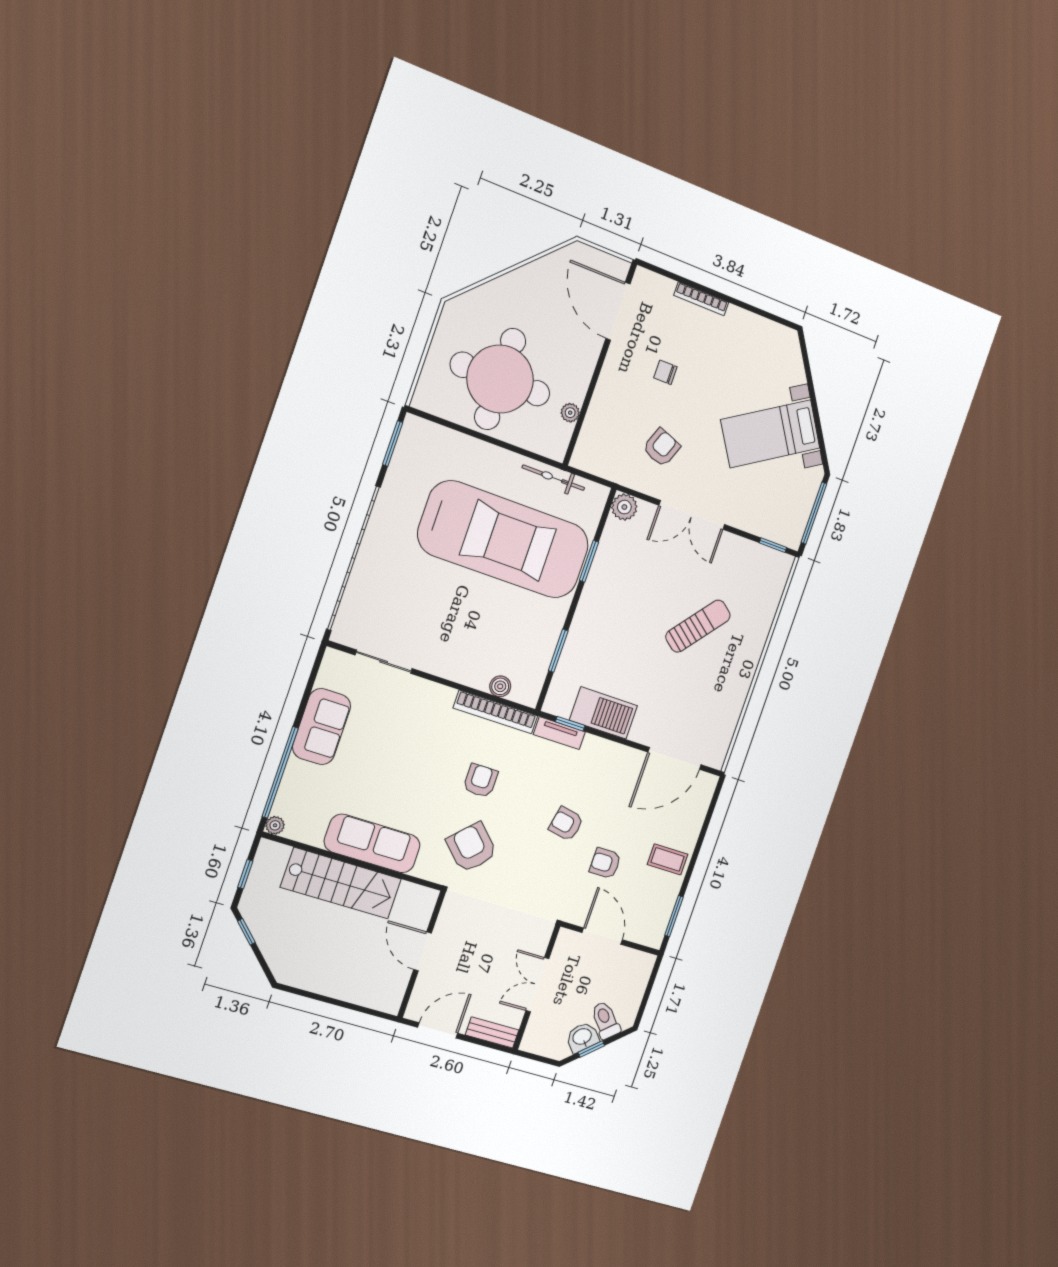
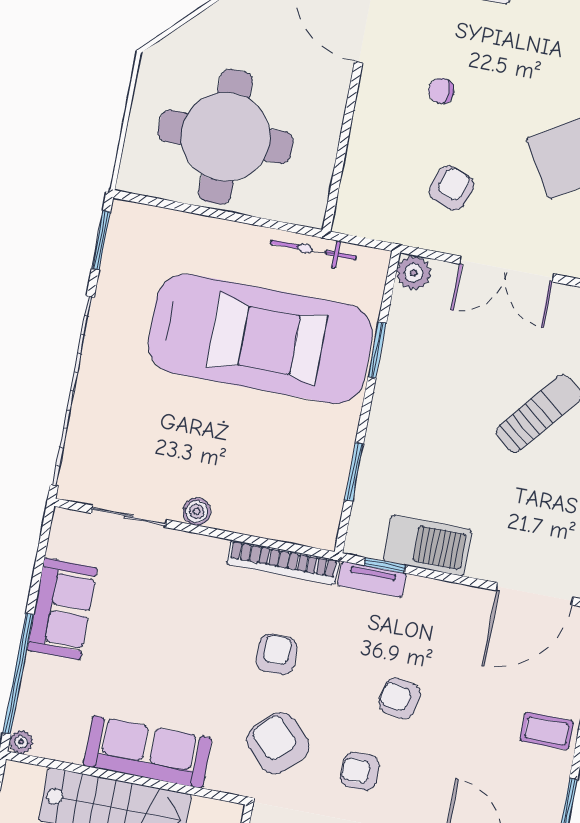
plant: (570, 413) -> (323, 164), removed
boiler: (500, 686) -> (197, 512), moved
armchair: (605, 863) -> (360, 771), moved

